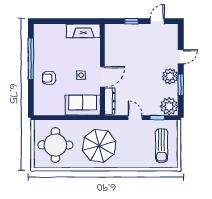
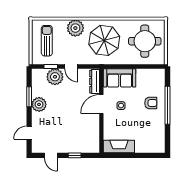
door: (157, 21) -> (51, 155), hinge flipped
door: (181, 57) -> (29, 133), moved
window: (31, 59) -> (167, 105), moved
plant: (169, 106) -> (55, 77), moved
plant: (131, 159) -> (75, 28), added

